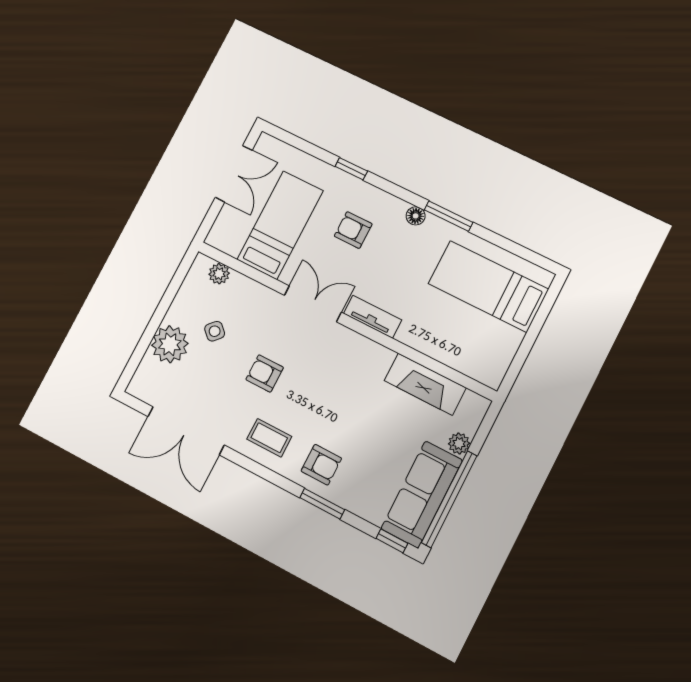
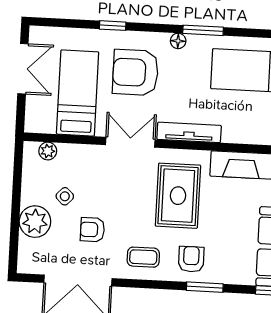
armchair: (353, 230) -> (135, 72), width x1.88, depth x1.88
tv unit: (373, 317) -> (189, 132), width x1.41
armchair: (265, 373) -> (92, 230), moved
rug: (339, 387) -> (178, 196), added
armchair: (321, 465) -> (191, 259), turned -90

